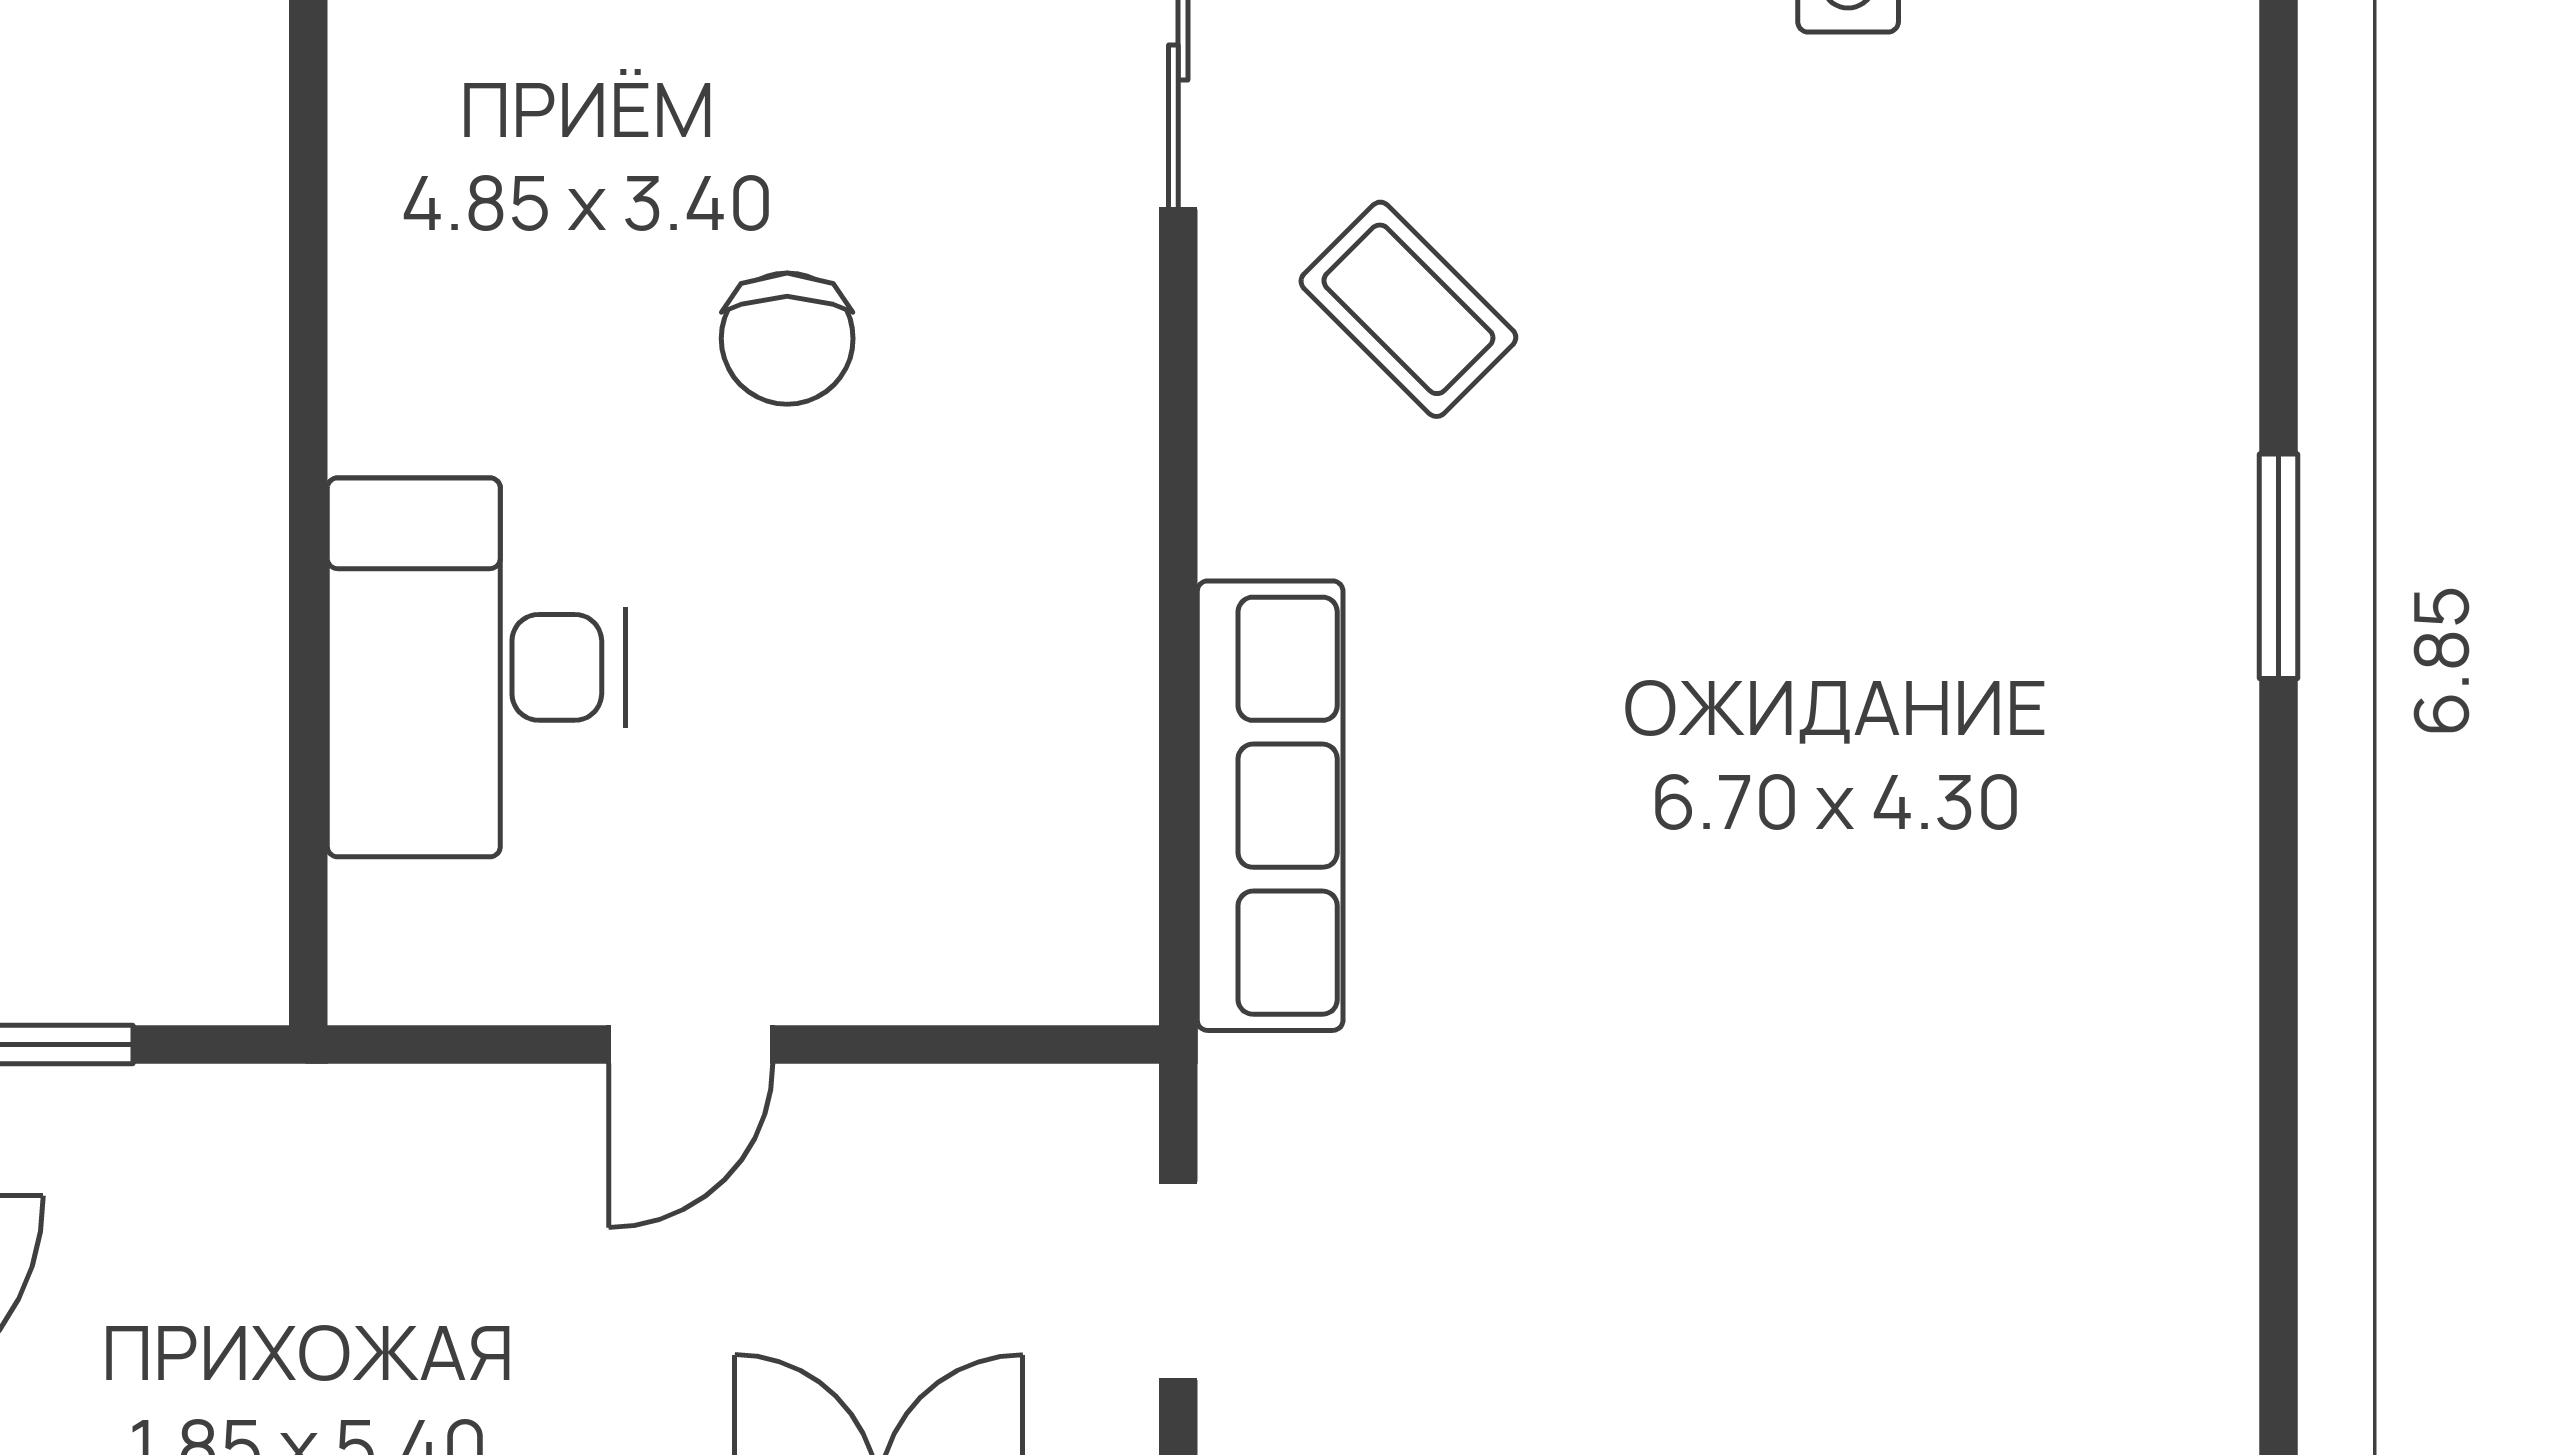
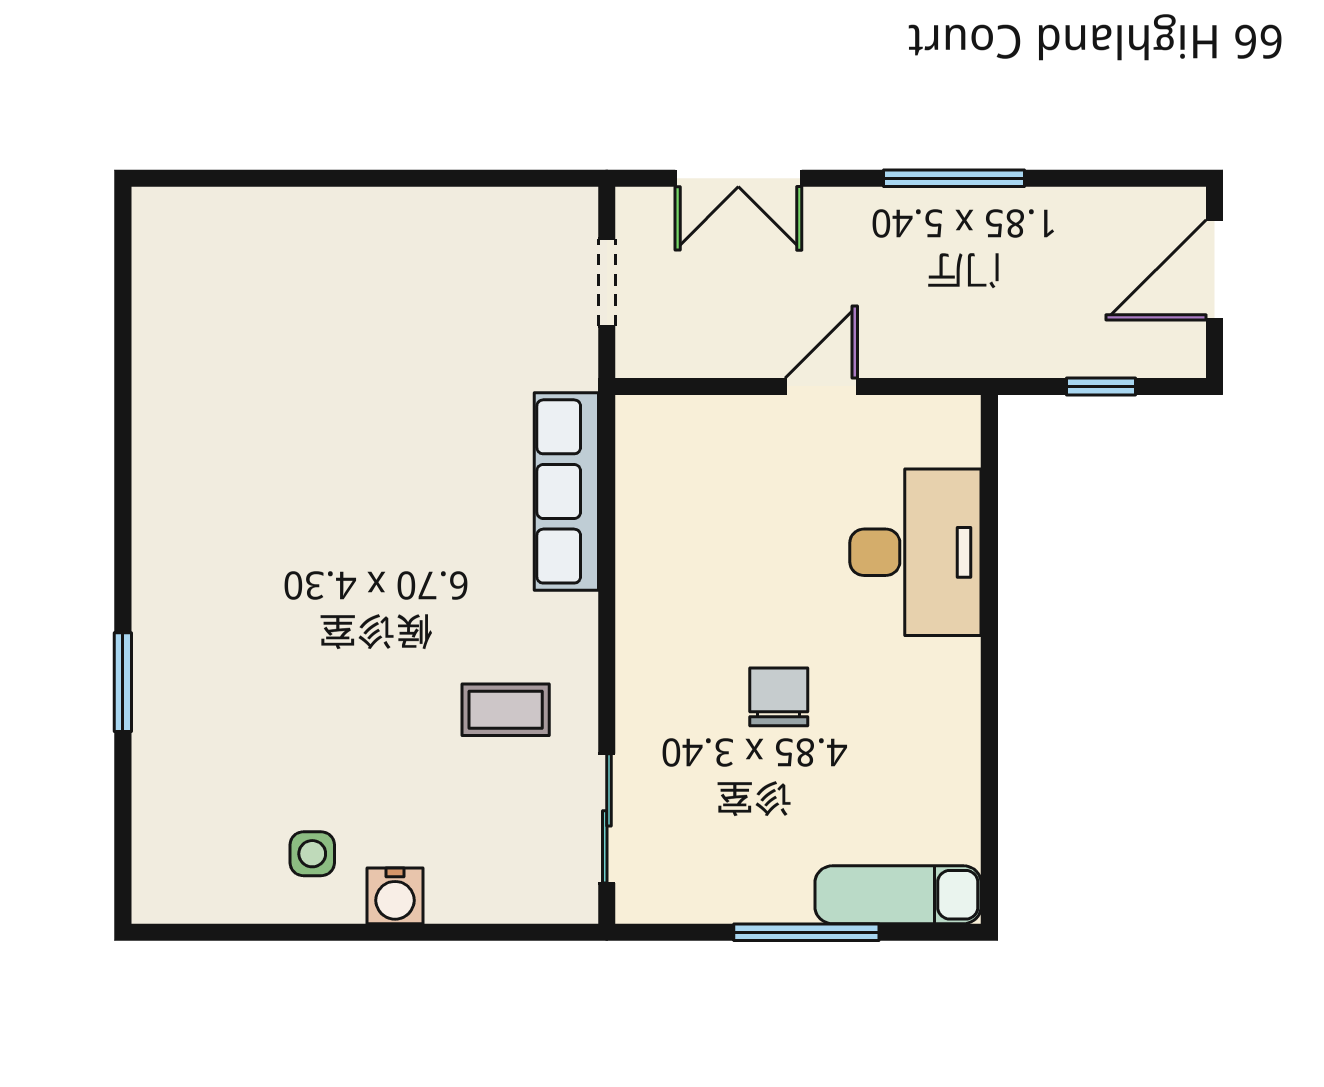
coffee table: (1408, 309) -> (506, 710), turned -45
window: (2279, 566) -> (123, 682), moved

